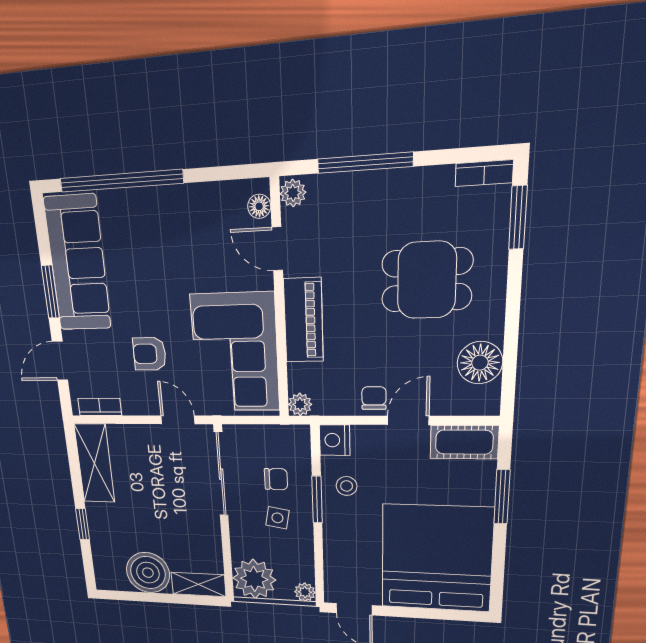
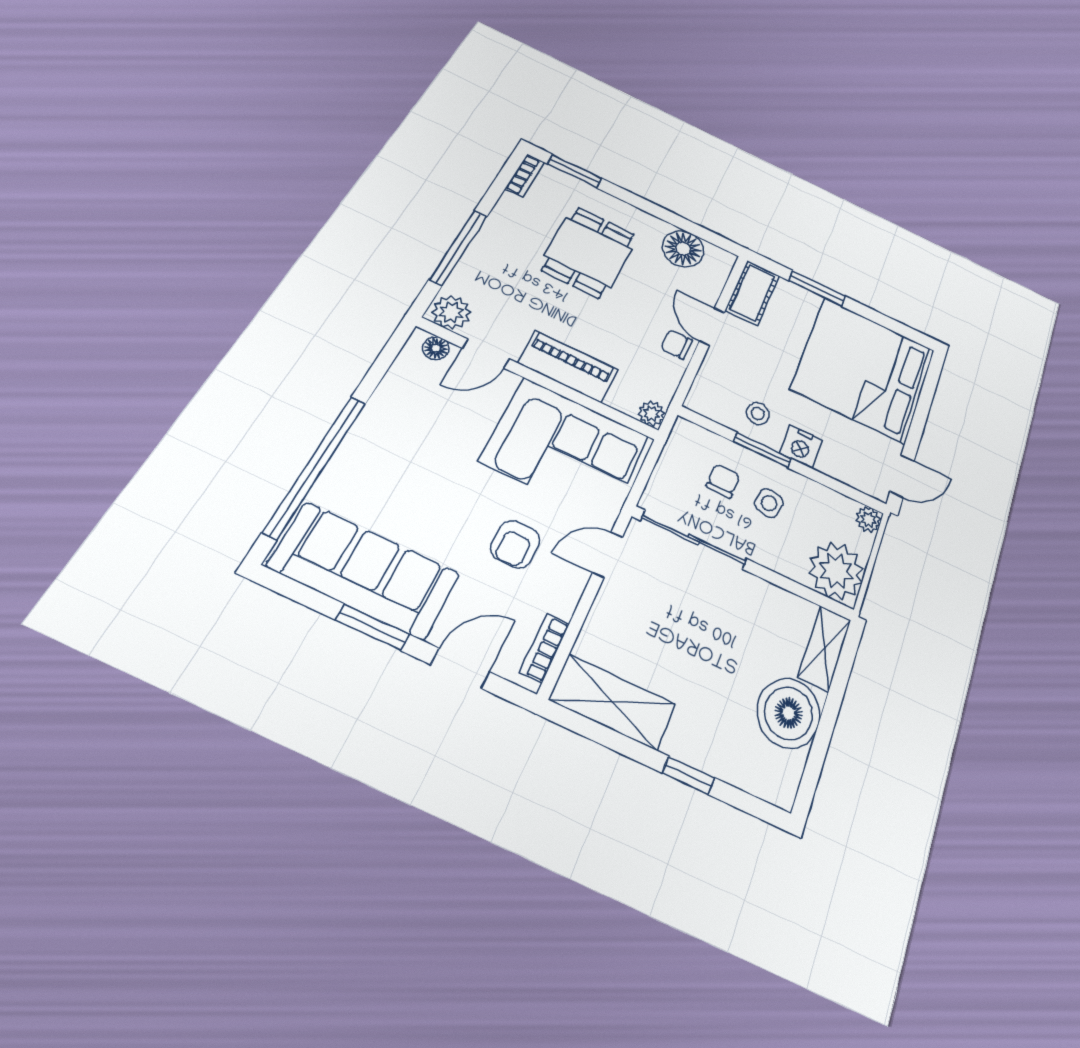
plant: (293, 193) -> (451, 312), width x1.38, depth x1.38
door: (60, 361) -> (460, 668), swing flipped
nightstand: (335, 440) -> (801, 447), moved

